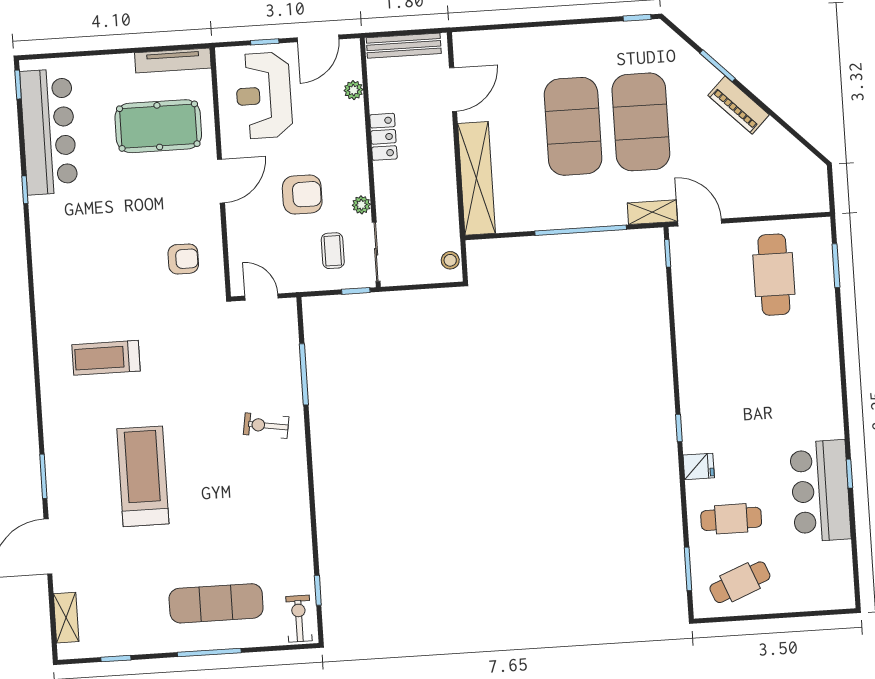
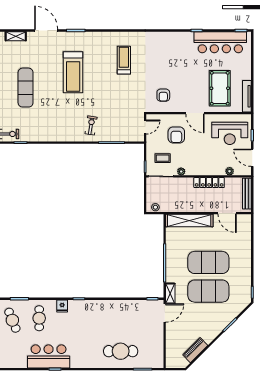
reception desk: (264, 95) -> (230, 133), turned 180
piano: (739, 105) -> (195, 350), moved
locker: (383, 137) -> (209, 183), width x1.53
armchair: (302, 194) -> (176, 135), moved
cafe table: (774, 275) -> (121, 351), moved
treadmill: (143, 476) -> (73, 72), turned 90
exercise mat: (216, 603) -> (26, 88), moved

